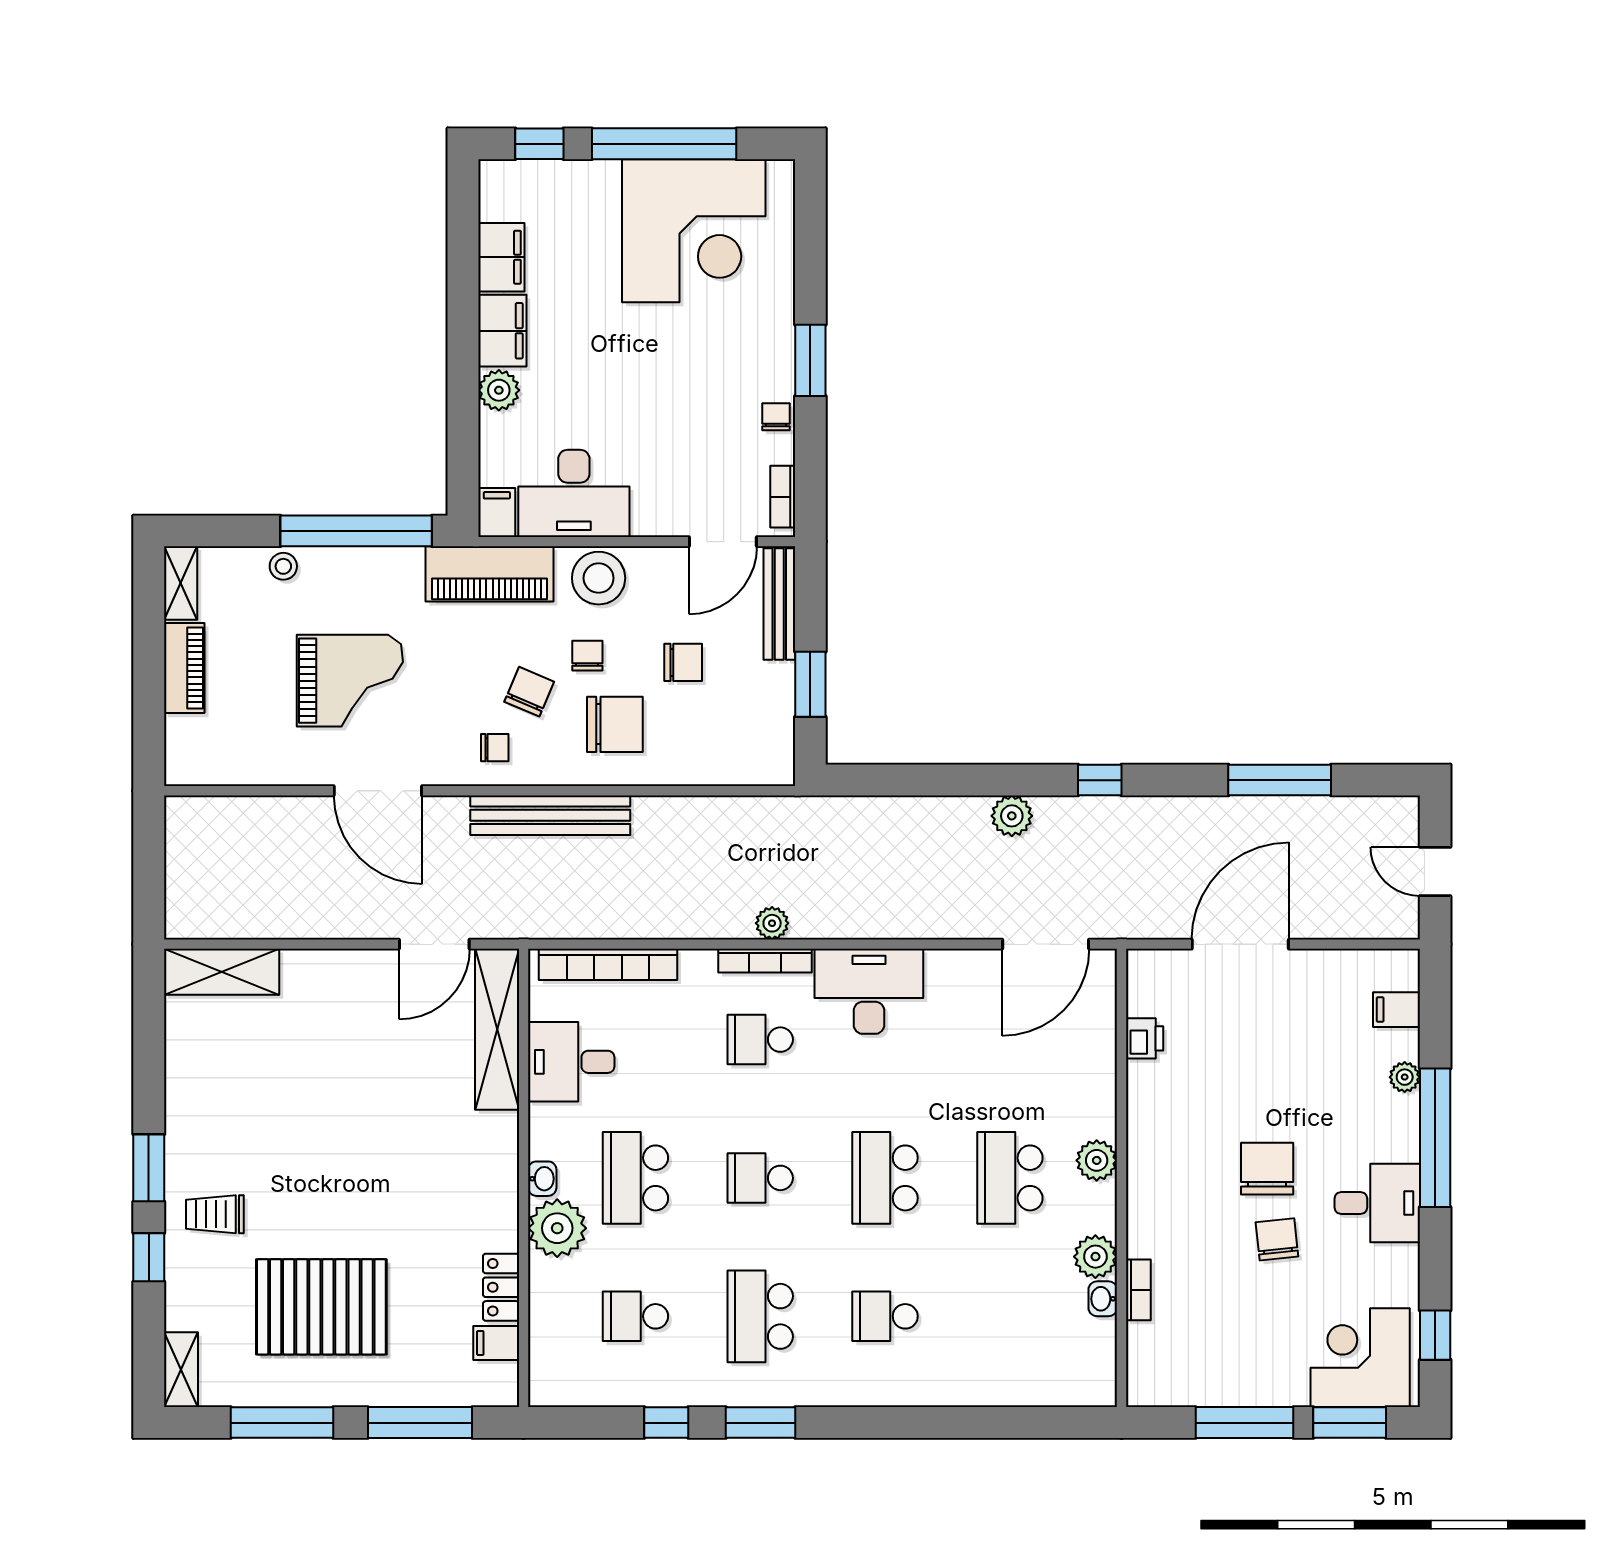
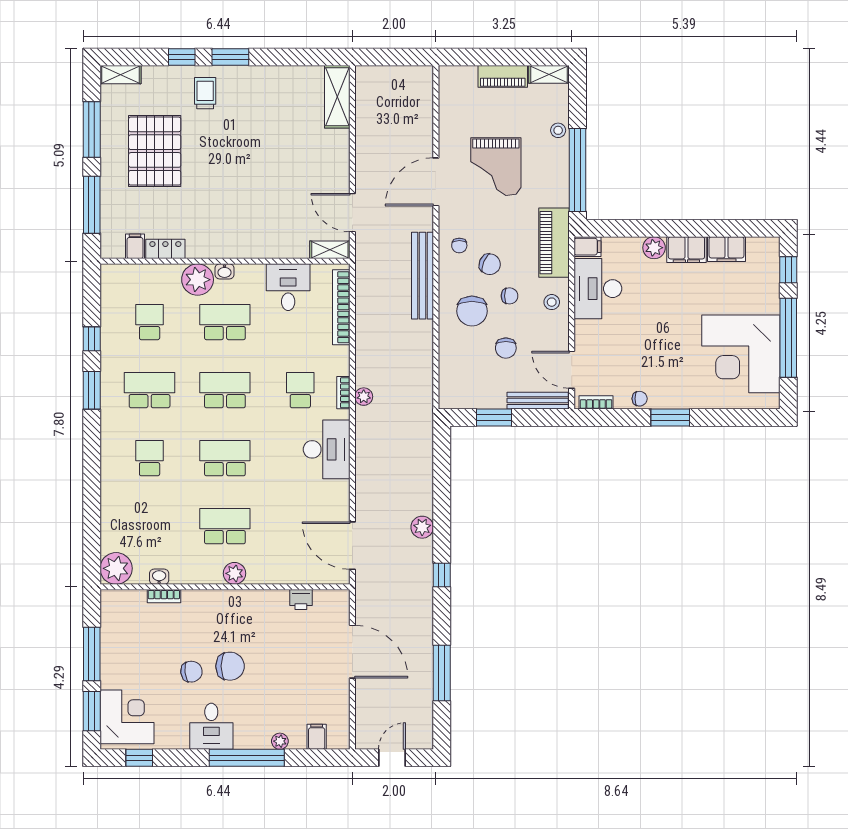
stool: (599, 578) -> (552, 302), width x0.53, depth x0.53
bookcase: (765, 961) -> (343, 393), width x0.64
shelving: (497, 1029) -> (330, 250), width x0.45, depth x0.75
school desk: (760, 1178) -> (225, 390), width x1.85
plant: (1095, 1257) -> (116, 568), moved, width x1.36, depth x1.36

